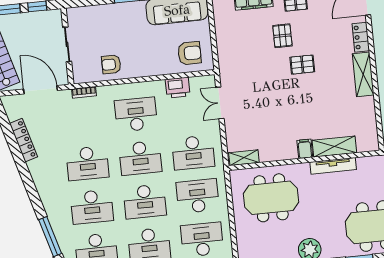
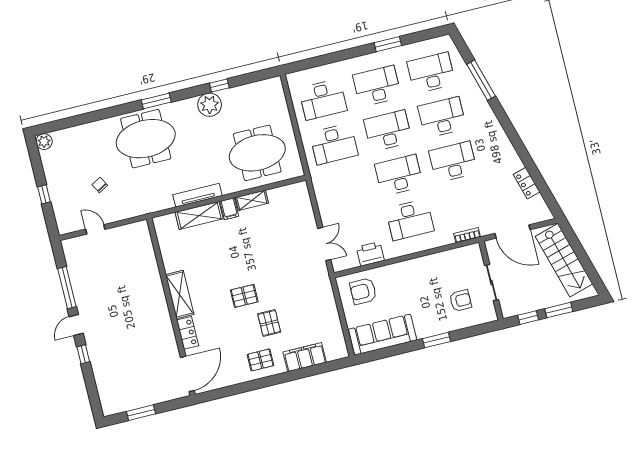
armchair: (111, 64) -> (461, 301), moved
locker: (24, 140) -> (527, 183), width x0.66
desk: (193, 153) -> (345, 189), removed
shelving: (244, 158) -> (252, 200), moved

